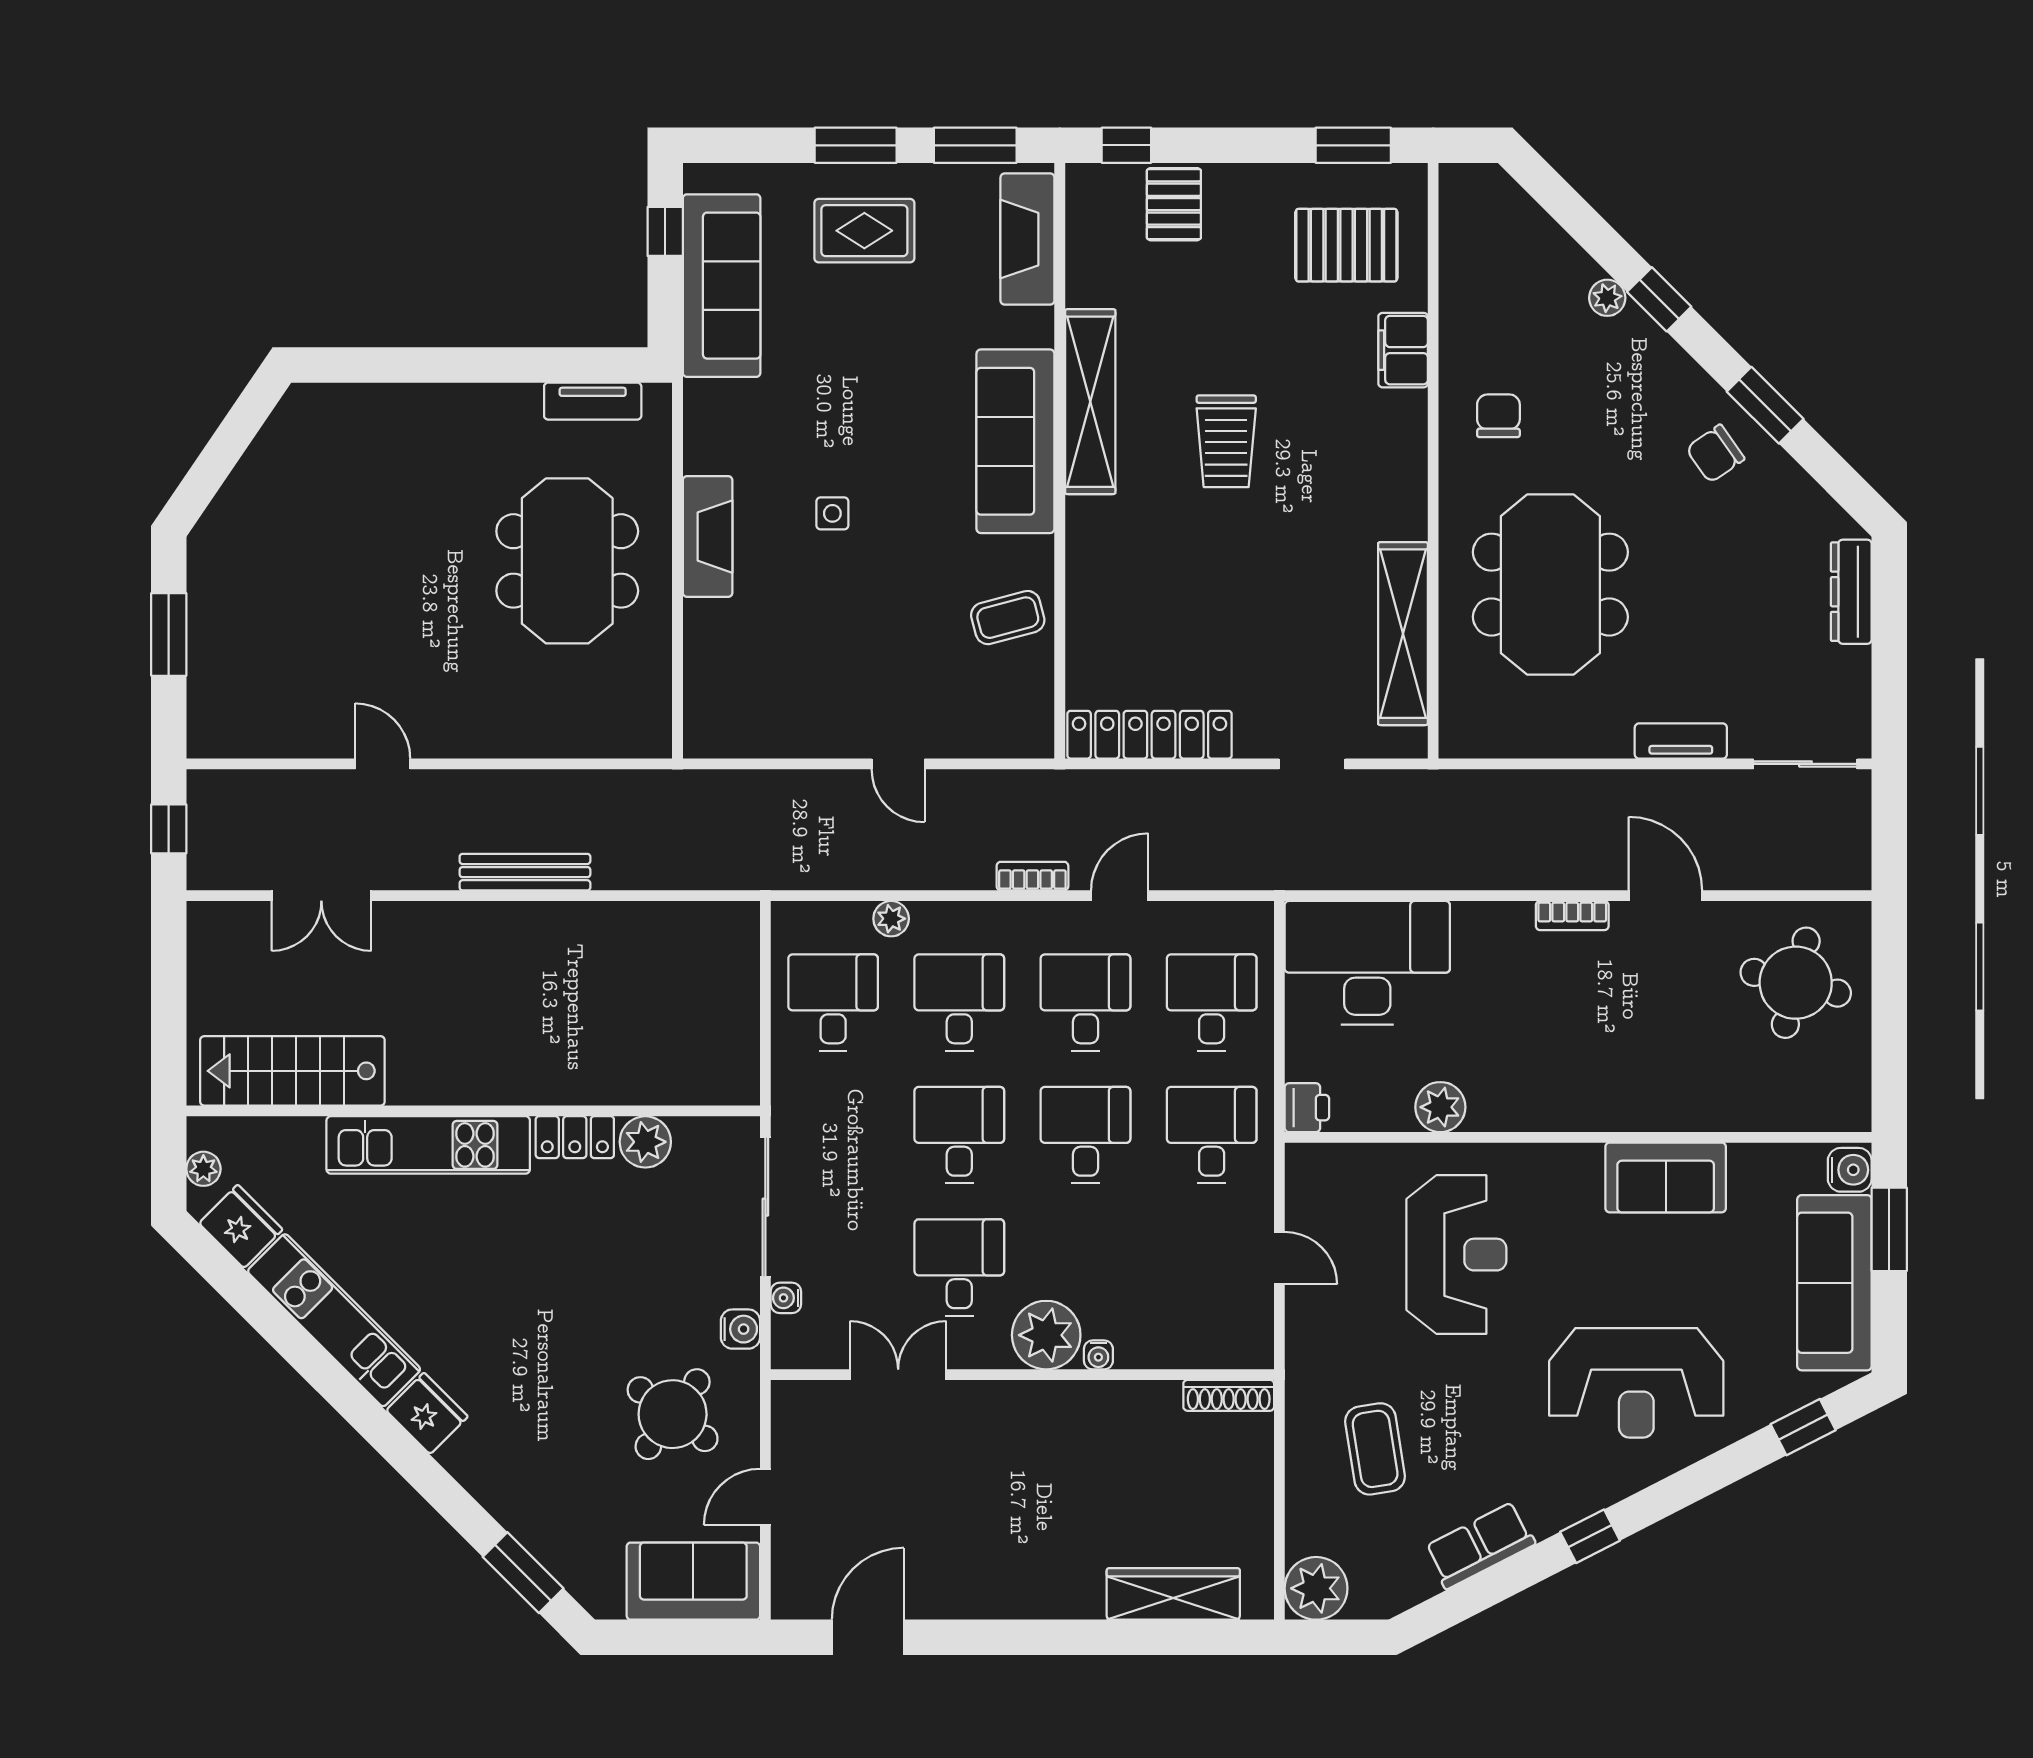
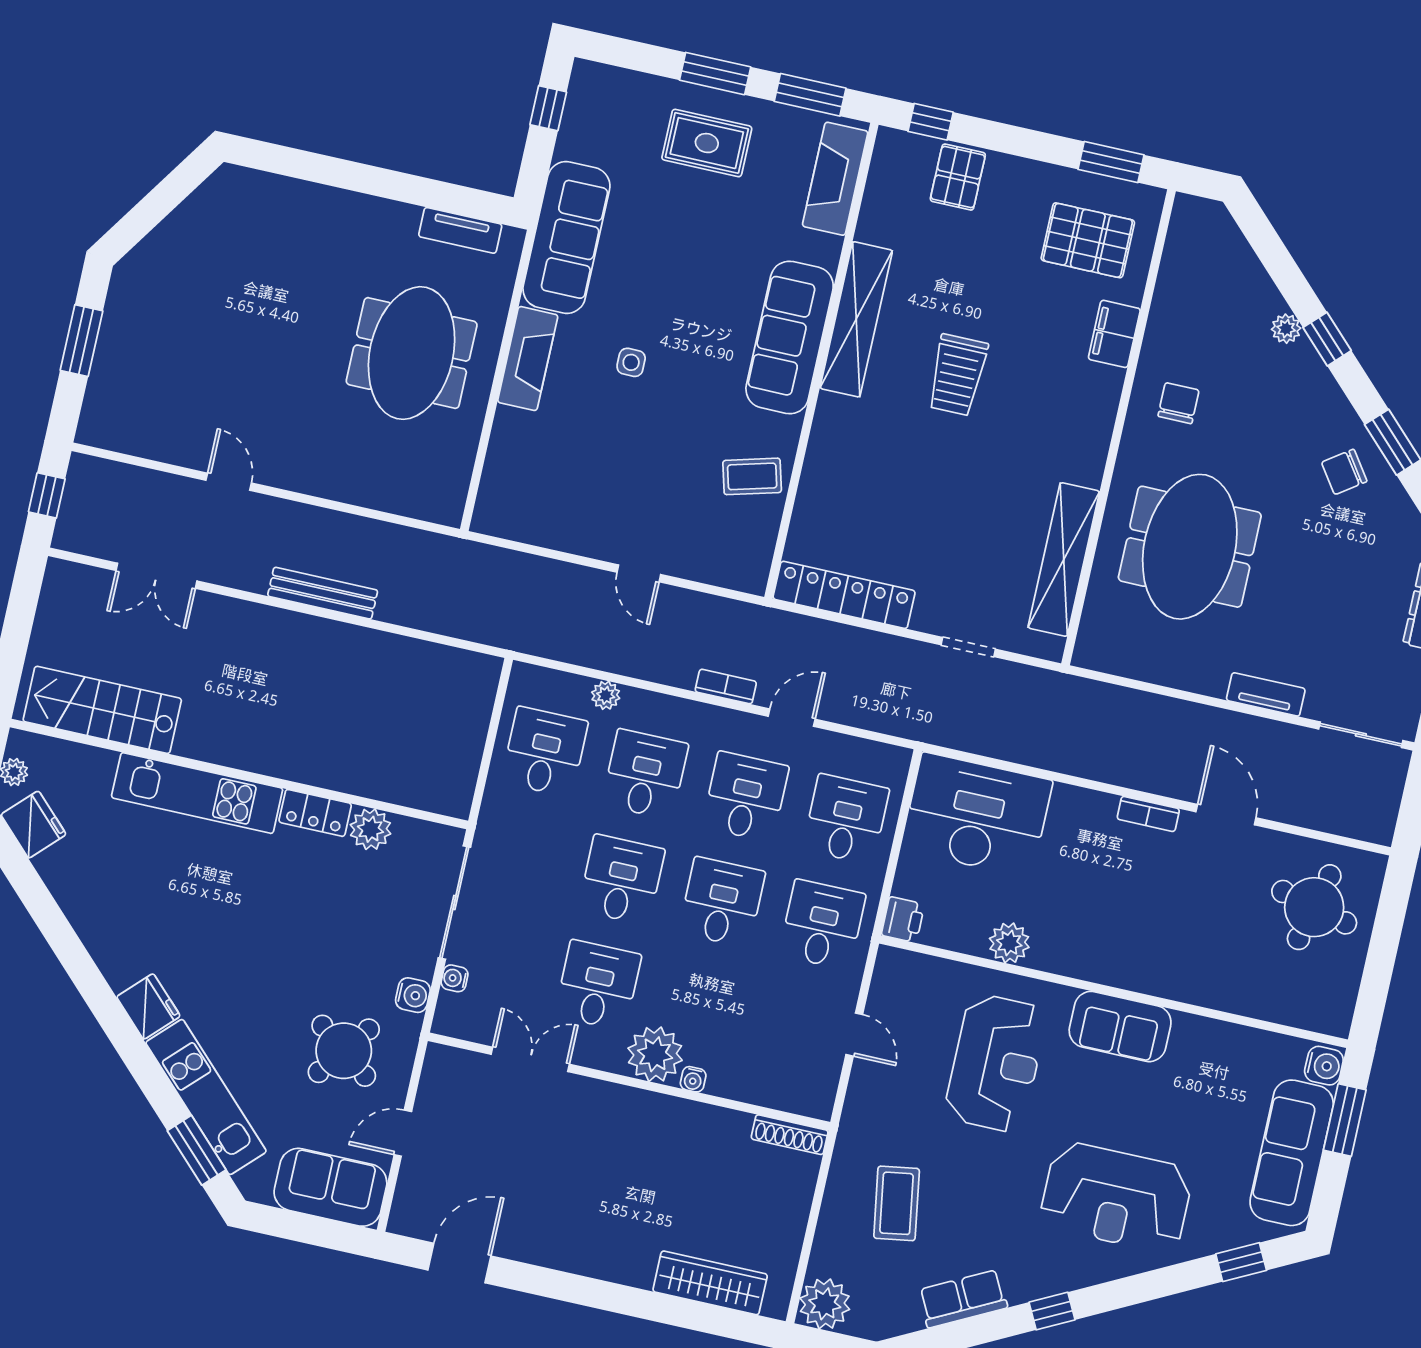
sofa: (722, 286) -> (566, 238), moved
sofa: (1666, 1177) -> (1120, 1027), moved
kitchen unit: (334, 1320) -> (206, 1097), moved

